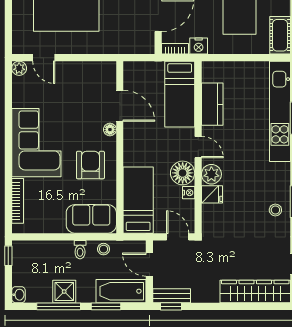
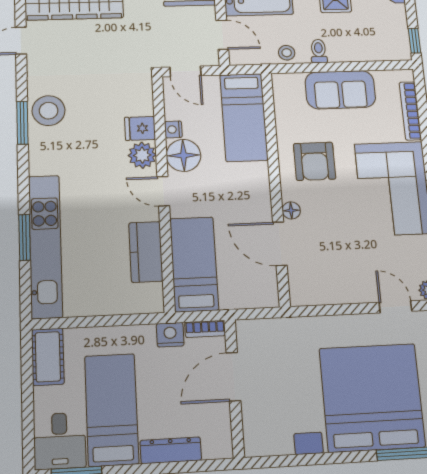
stool: (275, 210) -> (49, 111), width x1.89, depth x1.89
sofa: (91, 219) -> (340, 90), moved

